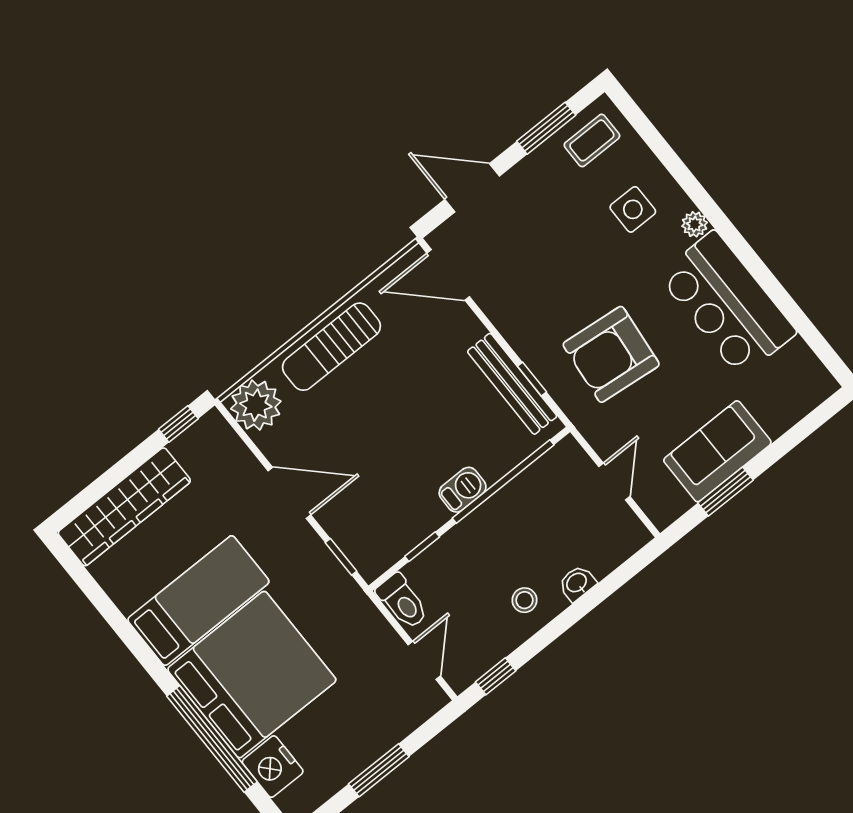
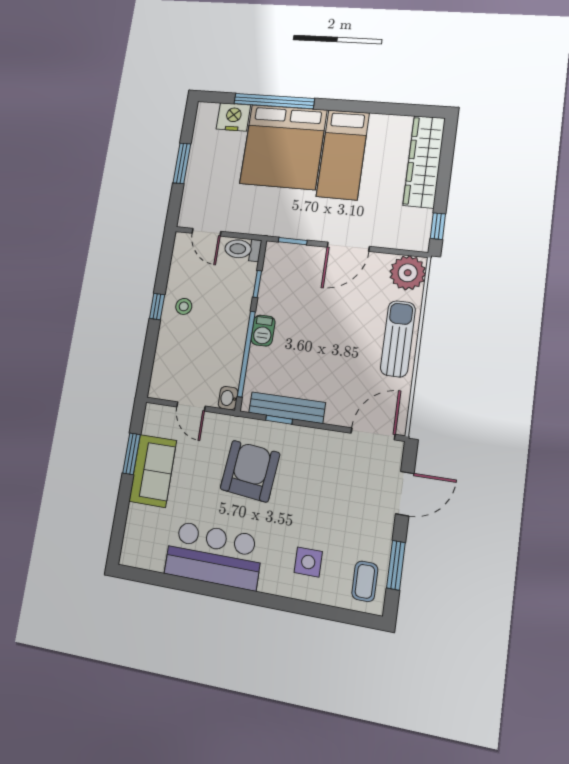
plant: (695, 224) -> (268, 584), removed
washbasin: (577, 583) -> (228, 398), moved, turned 180
window: (496, 676) -> (157, 307), moved

